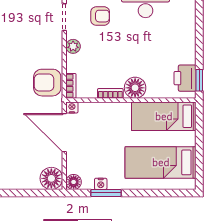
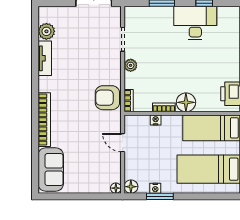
armchair: (100, 16) -> (155, 38), removed
nightstand: (72, 107) -> (156, 120), moved
door: (64, 133) -> (123, 143), width x0.53
floor lamp: (51, 178) -> (116, 188), width x0.53, depth x0.53

